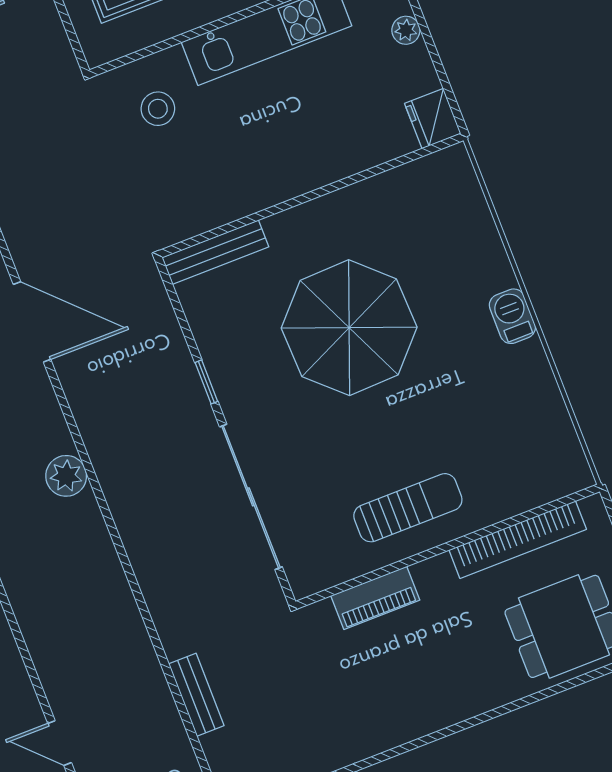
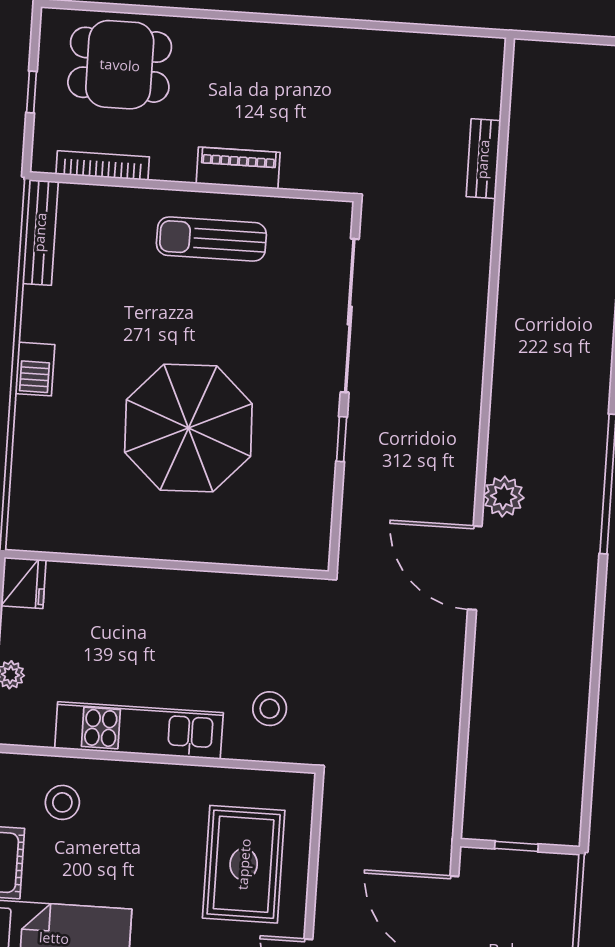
bench: (215, 252) -> (40, 232), moved, turned 90
plant: (66, 476) -> (504, 496), moved
bookcase: (518, 540) -> (103, 166), width x0.68, depth x0.76
piano: (375, 598) -> (238, 168), moved

